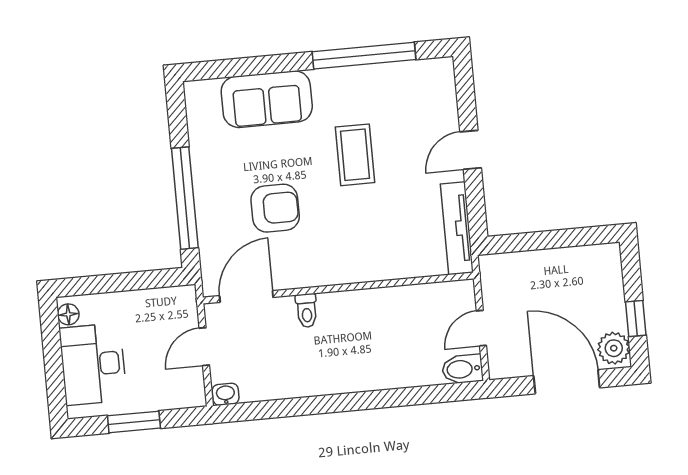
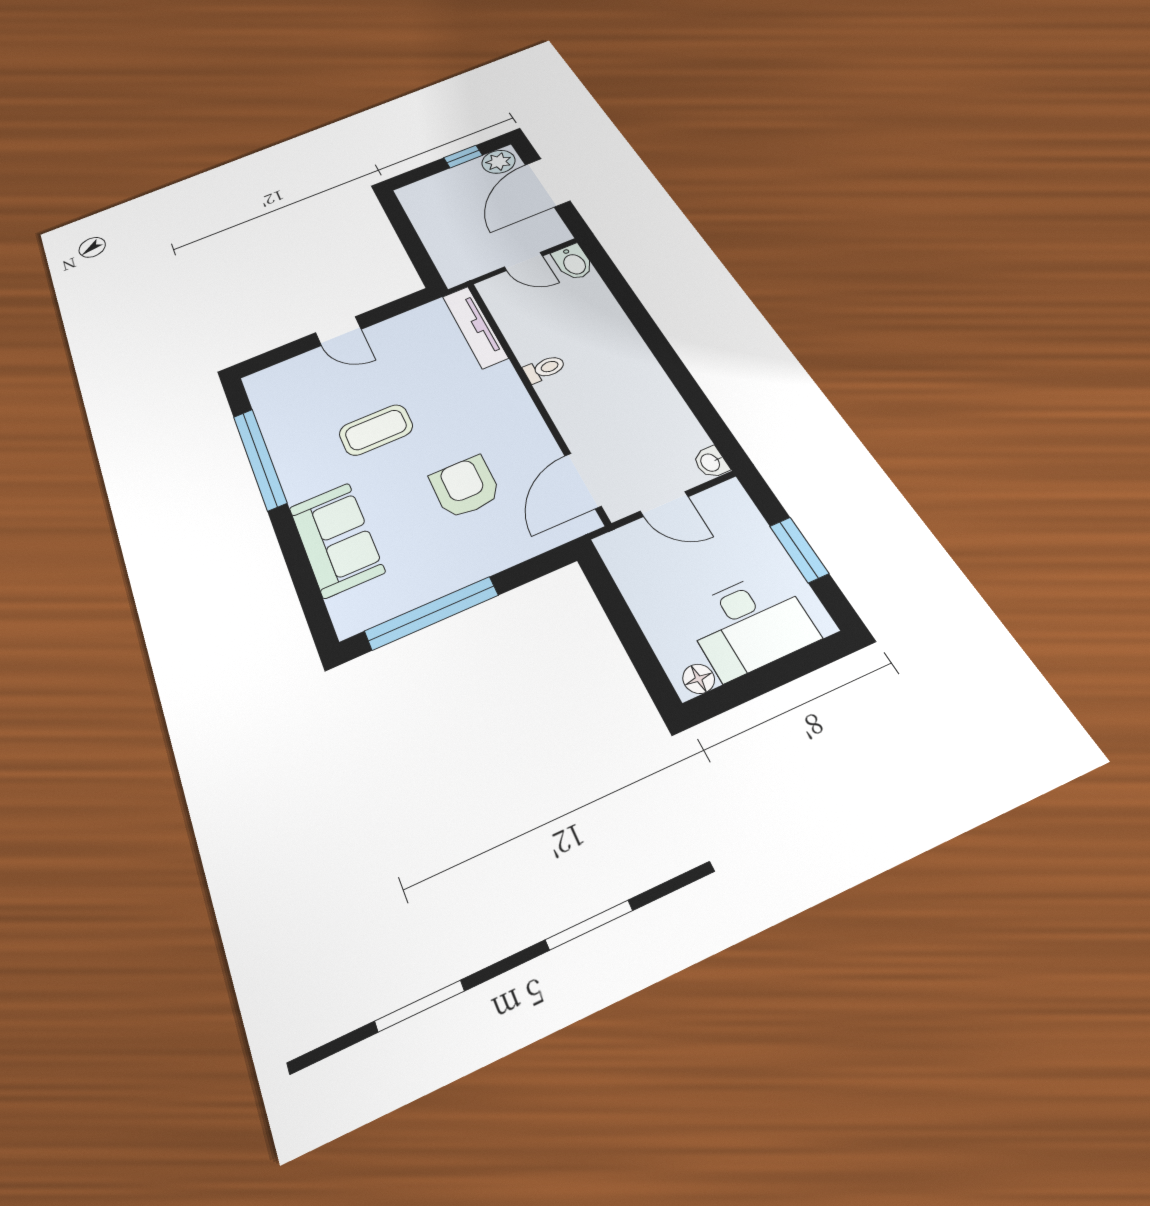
window: (185, 198) -> (431, 613), moved
tv unit: (457, 228) -> (475, 327), moved, turned 90
door: (246, 297) -> (583, 481), hinge flipped
toilet: (307, 311) -> (545, 369), moved

